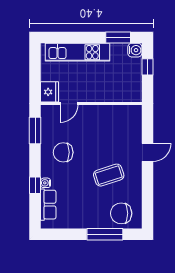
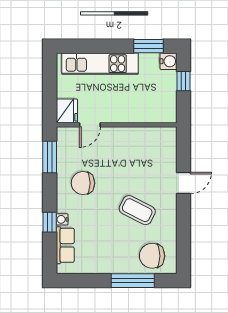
coffee table: (109, 175) -> (137, 210), turned 45

